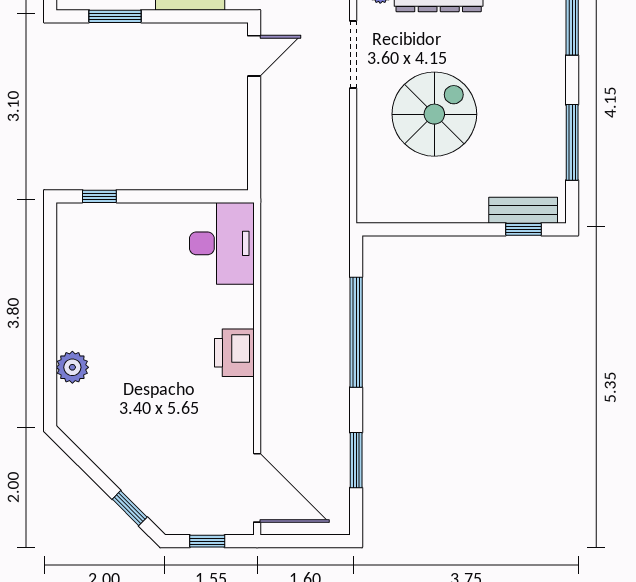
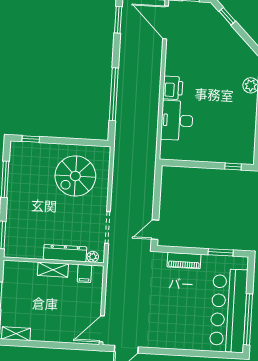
spiral stairs: (434, 114) -> (75, 176), moved
bench: (523, 210) -> (30, 148), removed
desk: (222, 243) -> (177, 120), moved
window: (356, 460) -> (118, 20), moved

